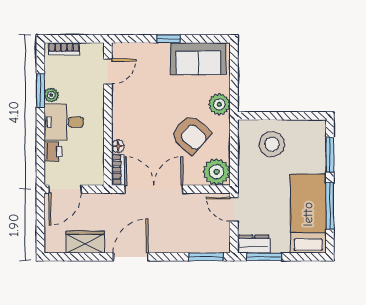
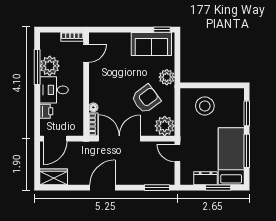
window: (169, 39) -> (162, 30), moved
bookcase: (64, 49) -> (72, 37), moved
window: (40, 90) -> (37, 67), width x1.44
plant: (51, 95) -> (50, 66), width x1.88, depth x1.88
armchair: (190, 134) -> (146, 99), turned -78
wardrobe: (85, 242) -> (54, 177), moved
dresser: (254, 244) -> (206, 178), moved
window: (264, 257) -> (218, 188), moved

